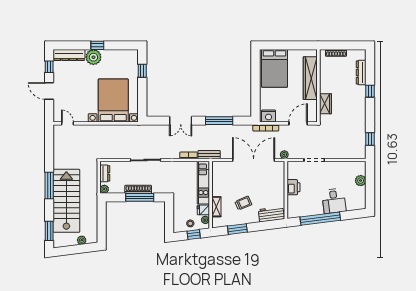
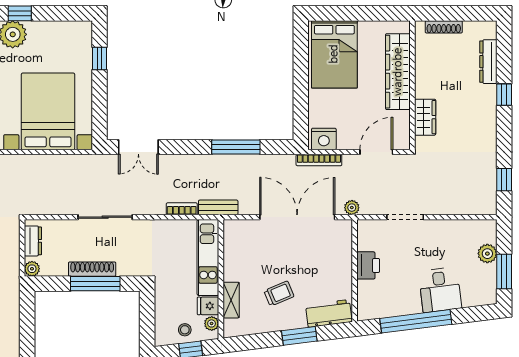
double door: (181, 121) -> (138, 147), moved
window: (370, 191) -> (504, 271), added
window: (237, 229) -> (299, 336), moved

